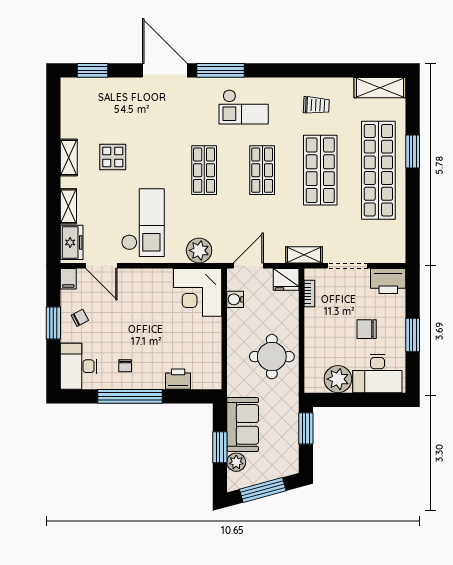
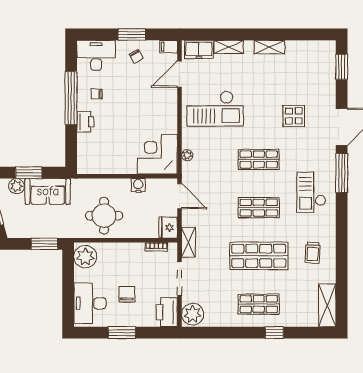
window: (413, 152) -> (274, 333), width x0.67
display table: (113, 157) -> (294, 116), moved
shop shelf: (378, 170) -> (259, 304), width x0.50, depth x0.74
plant: (199, 250) -> (187, 155), width x0.53, depth x0.53
plant: (391, 250) -> (193, 314), added
water cooler: (235, 299) -> (138, 185), moved
printer: (178, 379) -> (85, 122), moved
plant: (338, 379) -> (85, 257), moved

